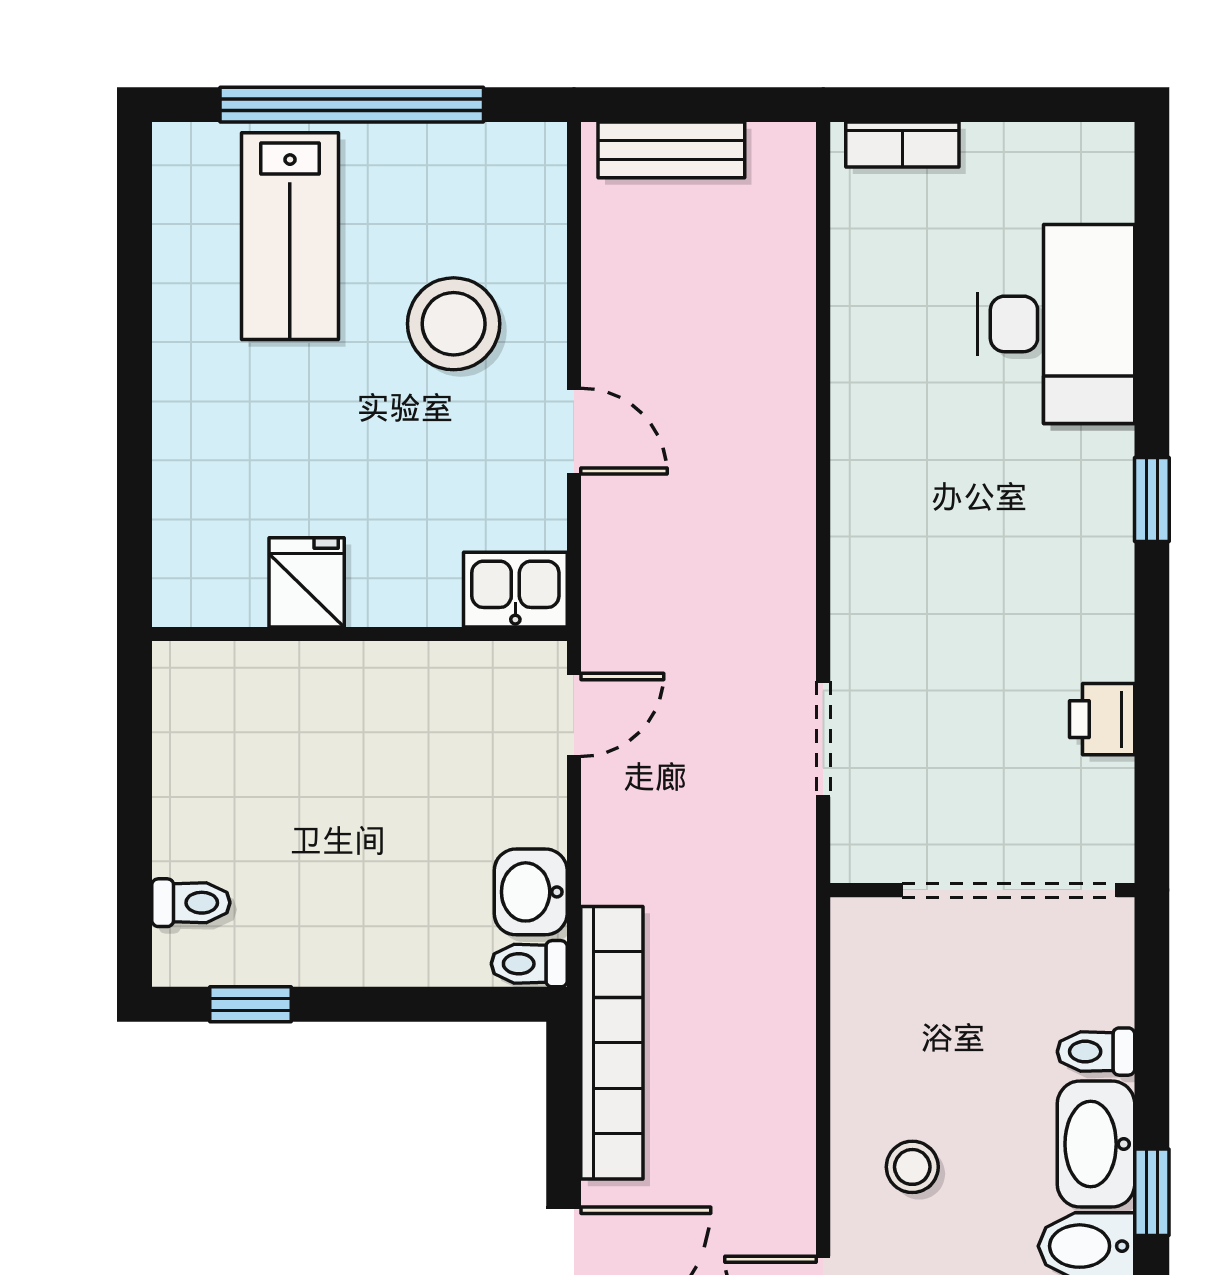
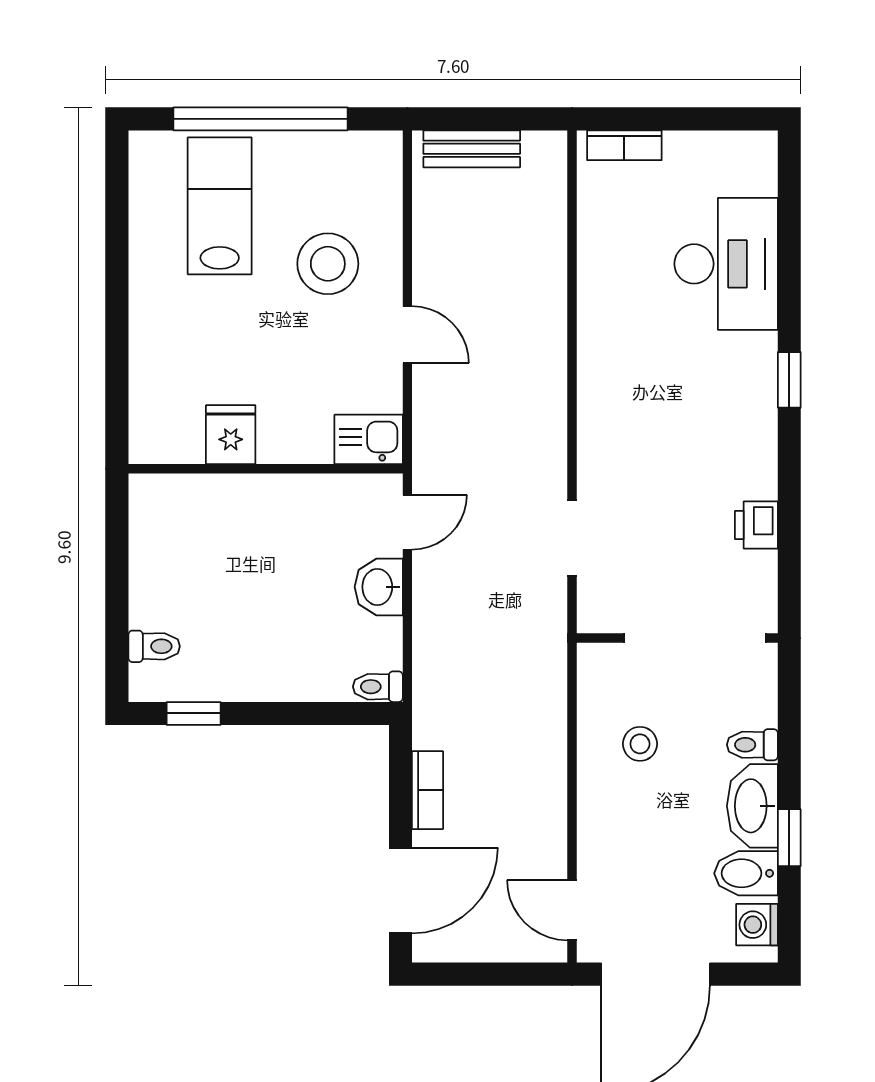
lab bench: (290, 236) -> (220, 206), turned 180
washbasin: (531, 892) -> (379, 587), moved
bookcase: (612, 1043) -> (428, 790), width x0.43, depth x0.76
stool: (912, 1167) -> (640, 744), moved

